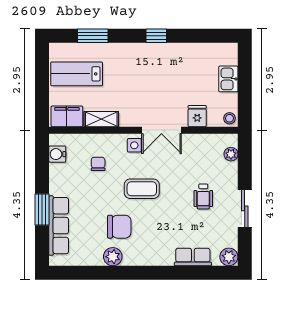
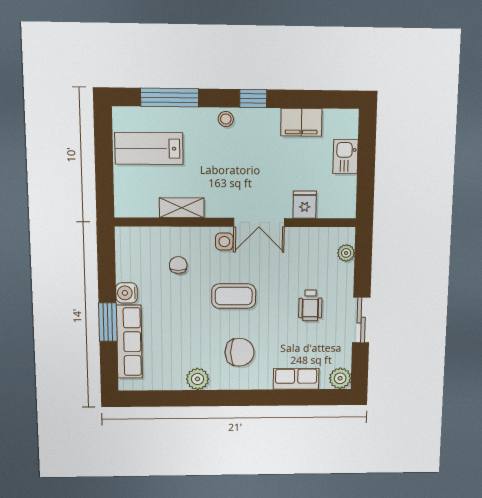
window: (93, 36) -> (170, 97), width x1.44
filing cabinet: (67, 116) -> (301, 122), moved, turned 180
stool: (229, 118) -> (226, 119), moved
water cooler: (57, 154) -> (127, 293), moved
chair: (119, 227) -> (240, 352), moved

